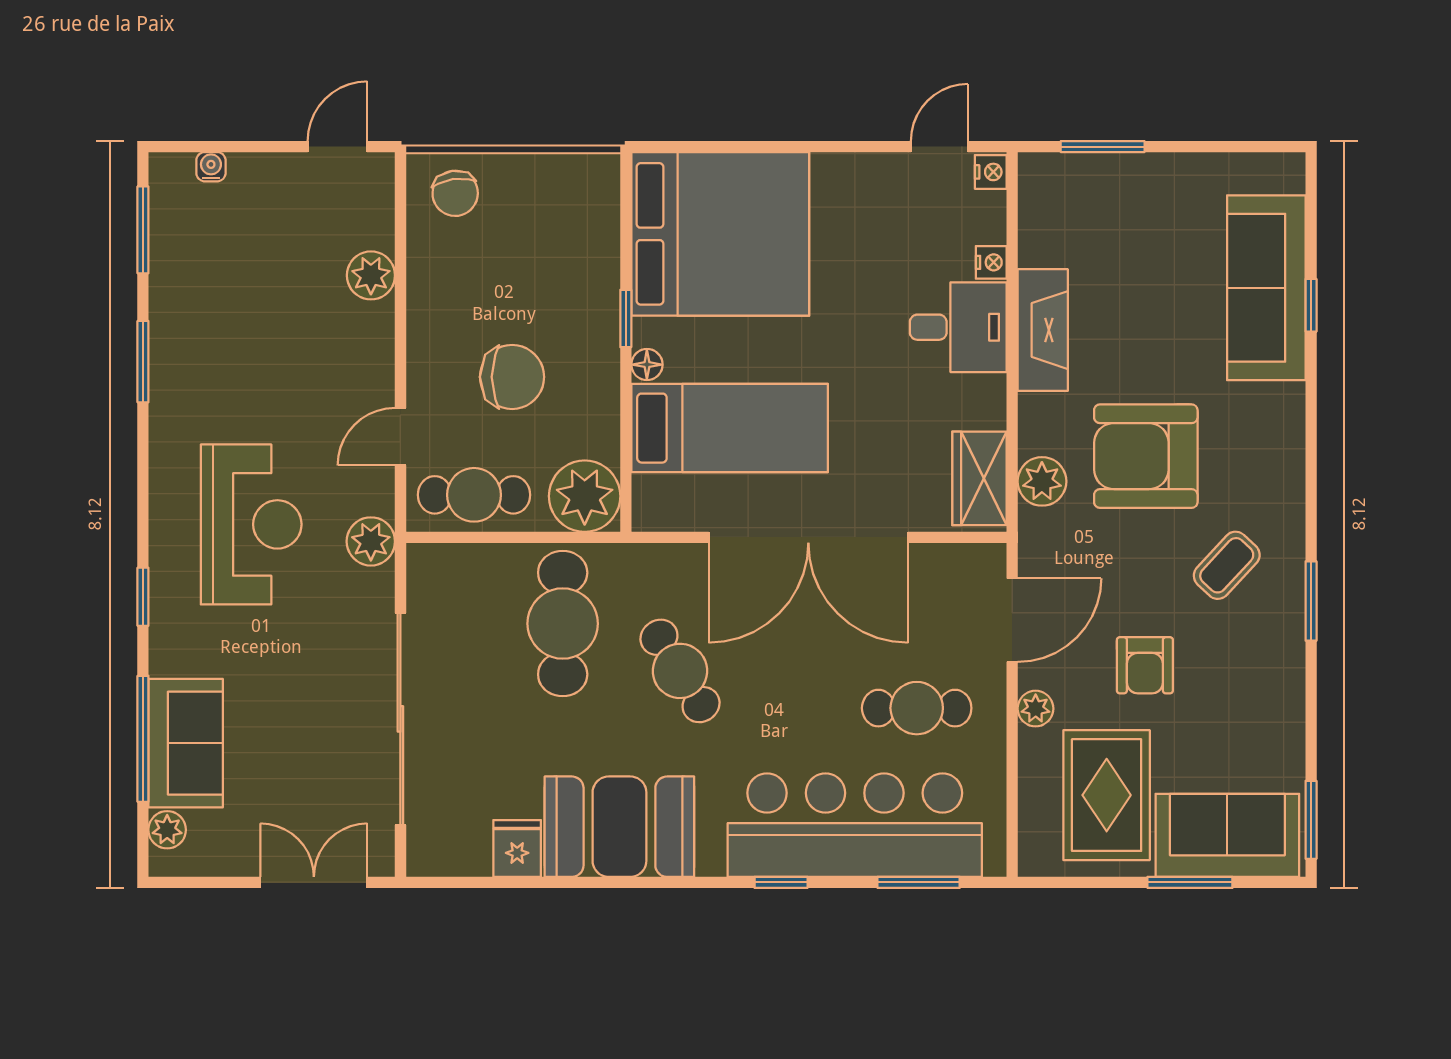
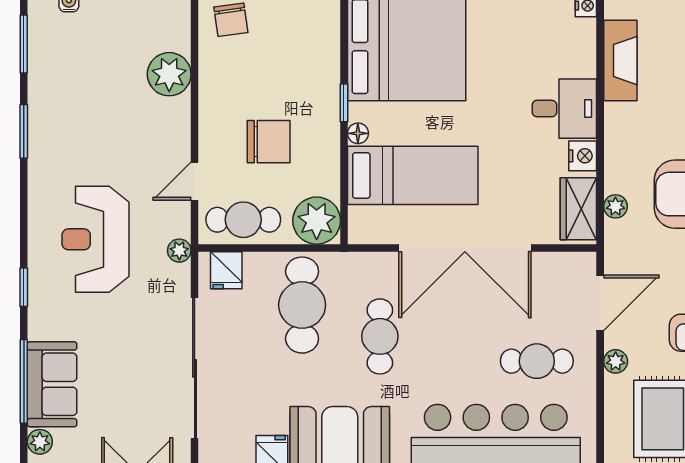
nightstand: (991, 262) -> (583, 156), moved, width x1.39, depth x1.35
plant: (371, 275) -> (169, 74), width x1.36, depth x1.36
fireplace: (1043, 330) -> (620, 61), moved
plant: (1042, 481) -> (615, 206), width x0.73, depth x0.73
reception desk: (251, 524) -> (96, 239), turned 180
plant: (371, 541) -> (179, 251), width x0.73, depth x0.73
fridge: (448, 571) -> (226, 270), added
cafe table: (680, 671) -> (380, 336), turned 32

